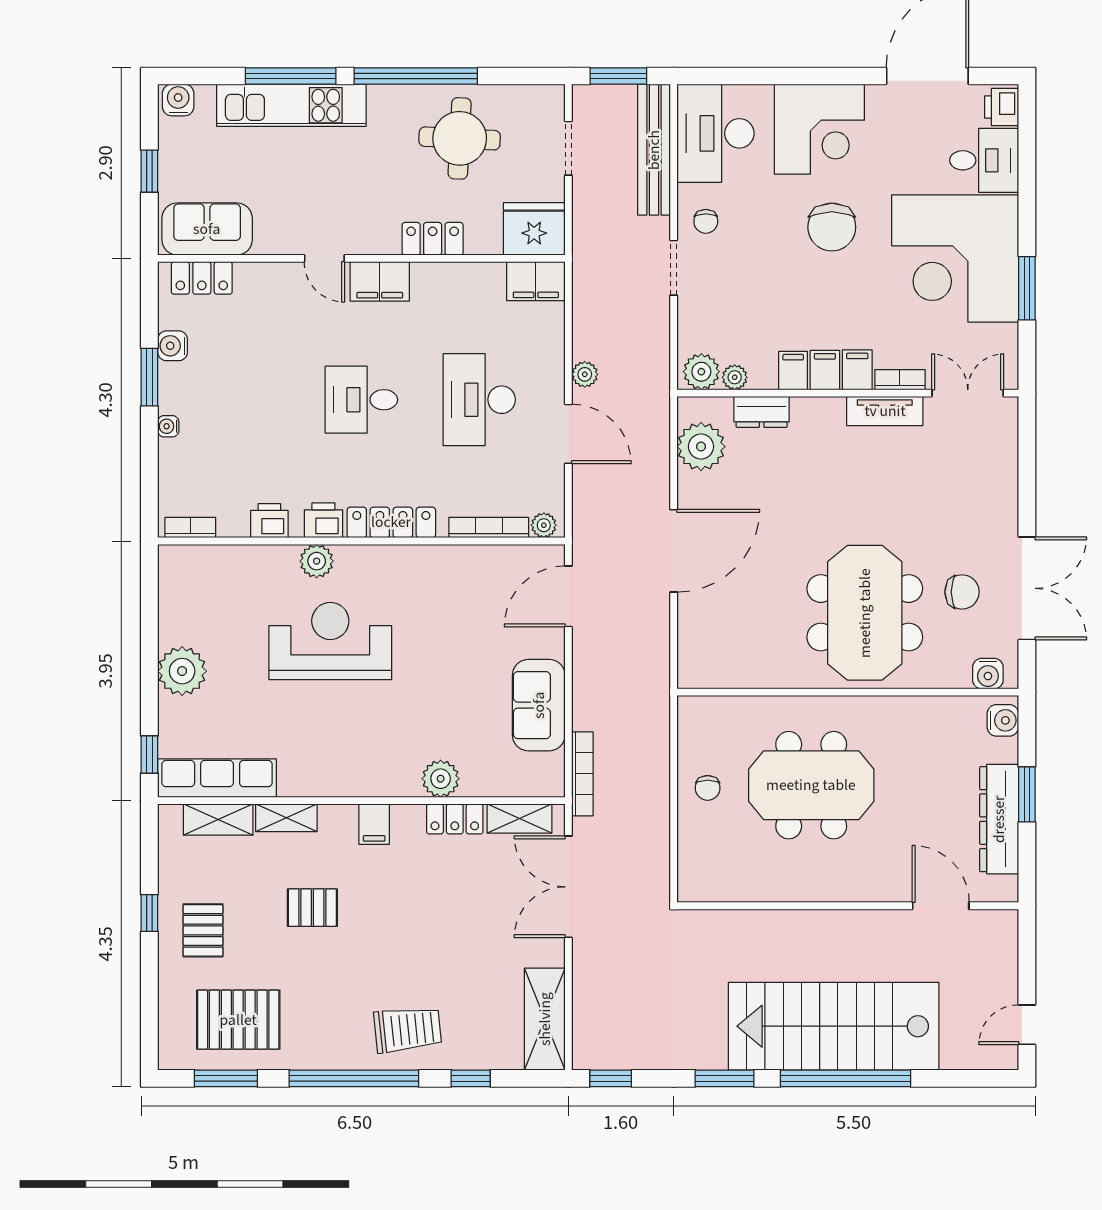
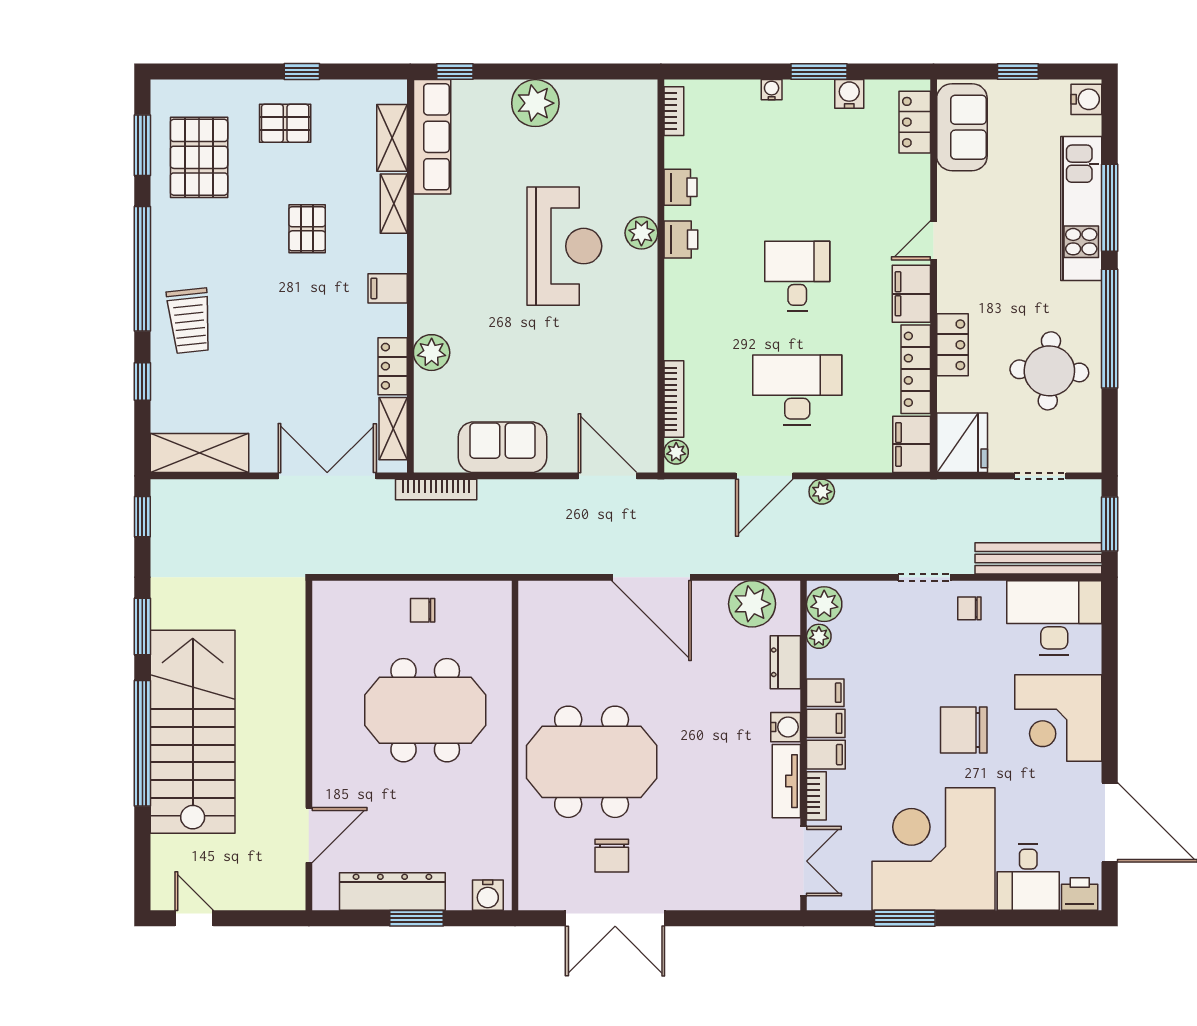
locker: (391, 522) -> (916, 369), moved, turned 180
water cooler: (988, 674) -> (786, 727), moved, turned 180
meeting table: (811, 785) -> (425, 710), turned 90

